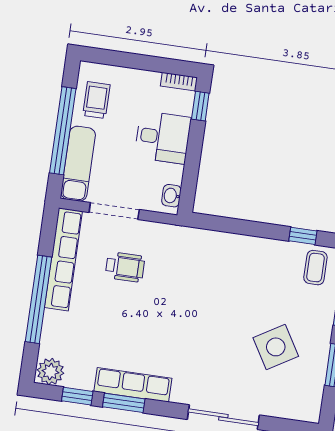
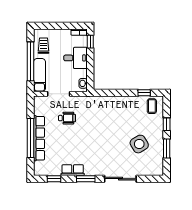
row of seats: (63, 259) -> (39, 138), moved
plant: (51, 372) -> (41, 169), removed
row of seats: (133, 385) -> (73, 170), width x0.68
window: (124, 403) -> (86, 179), moved

